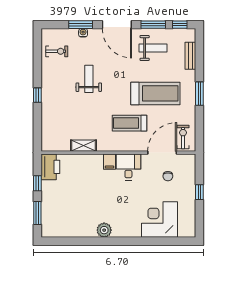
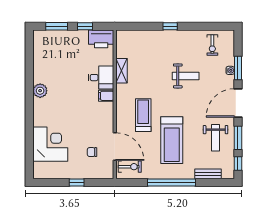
window: (199, 94) -> (171, 182), width x2.11
desk: (128, 167) -> (101, 78), moved

